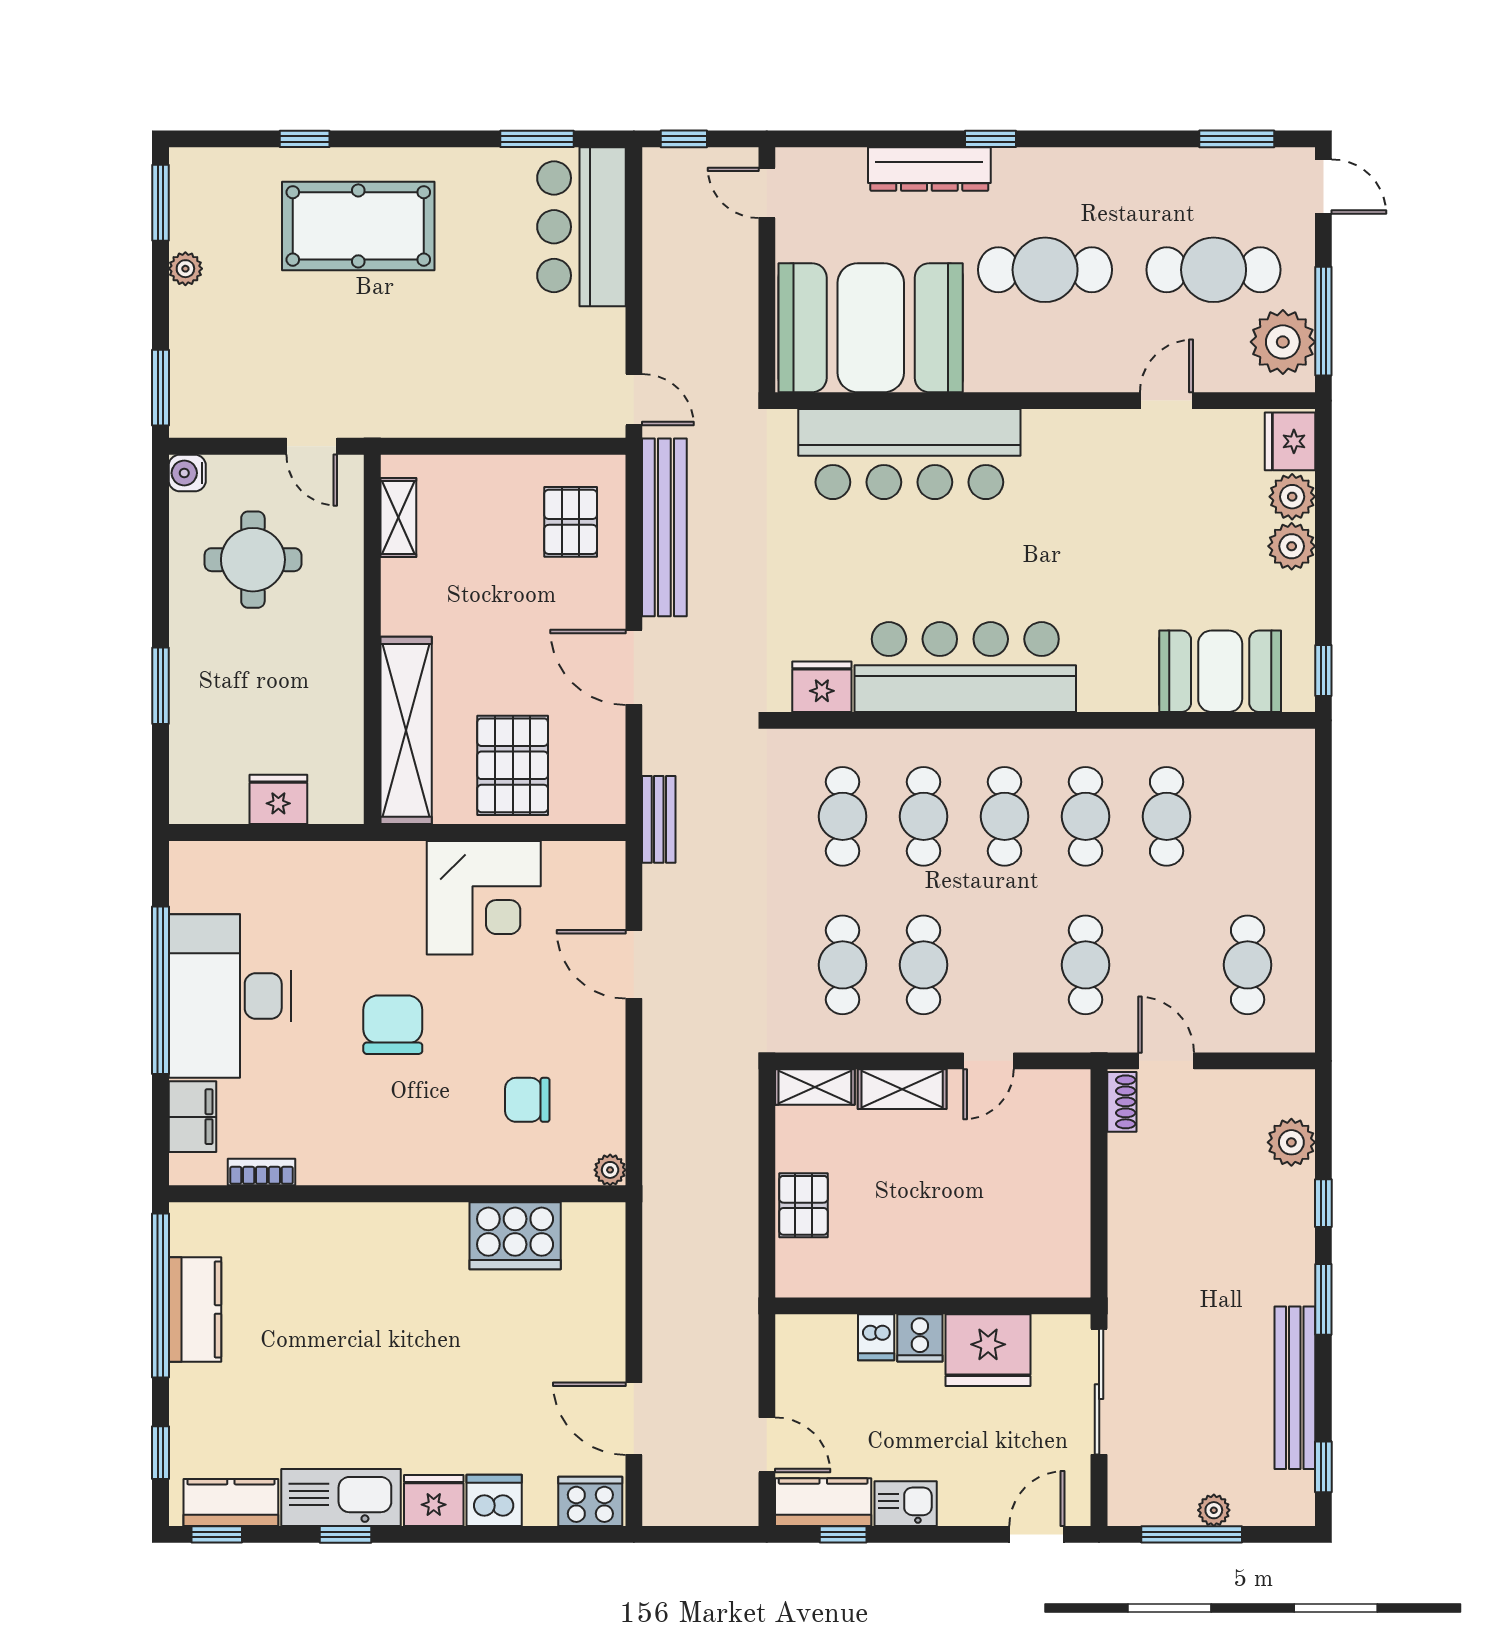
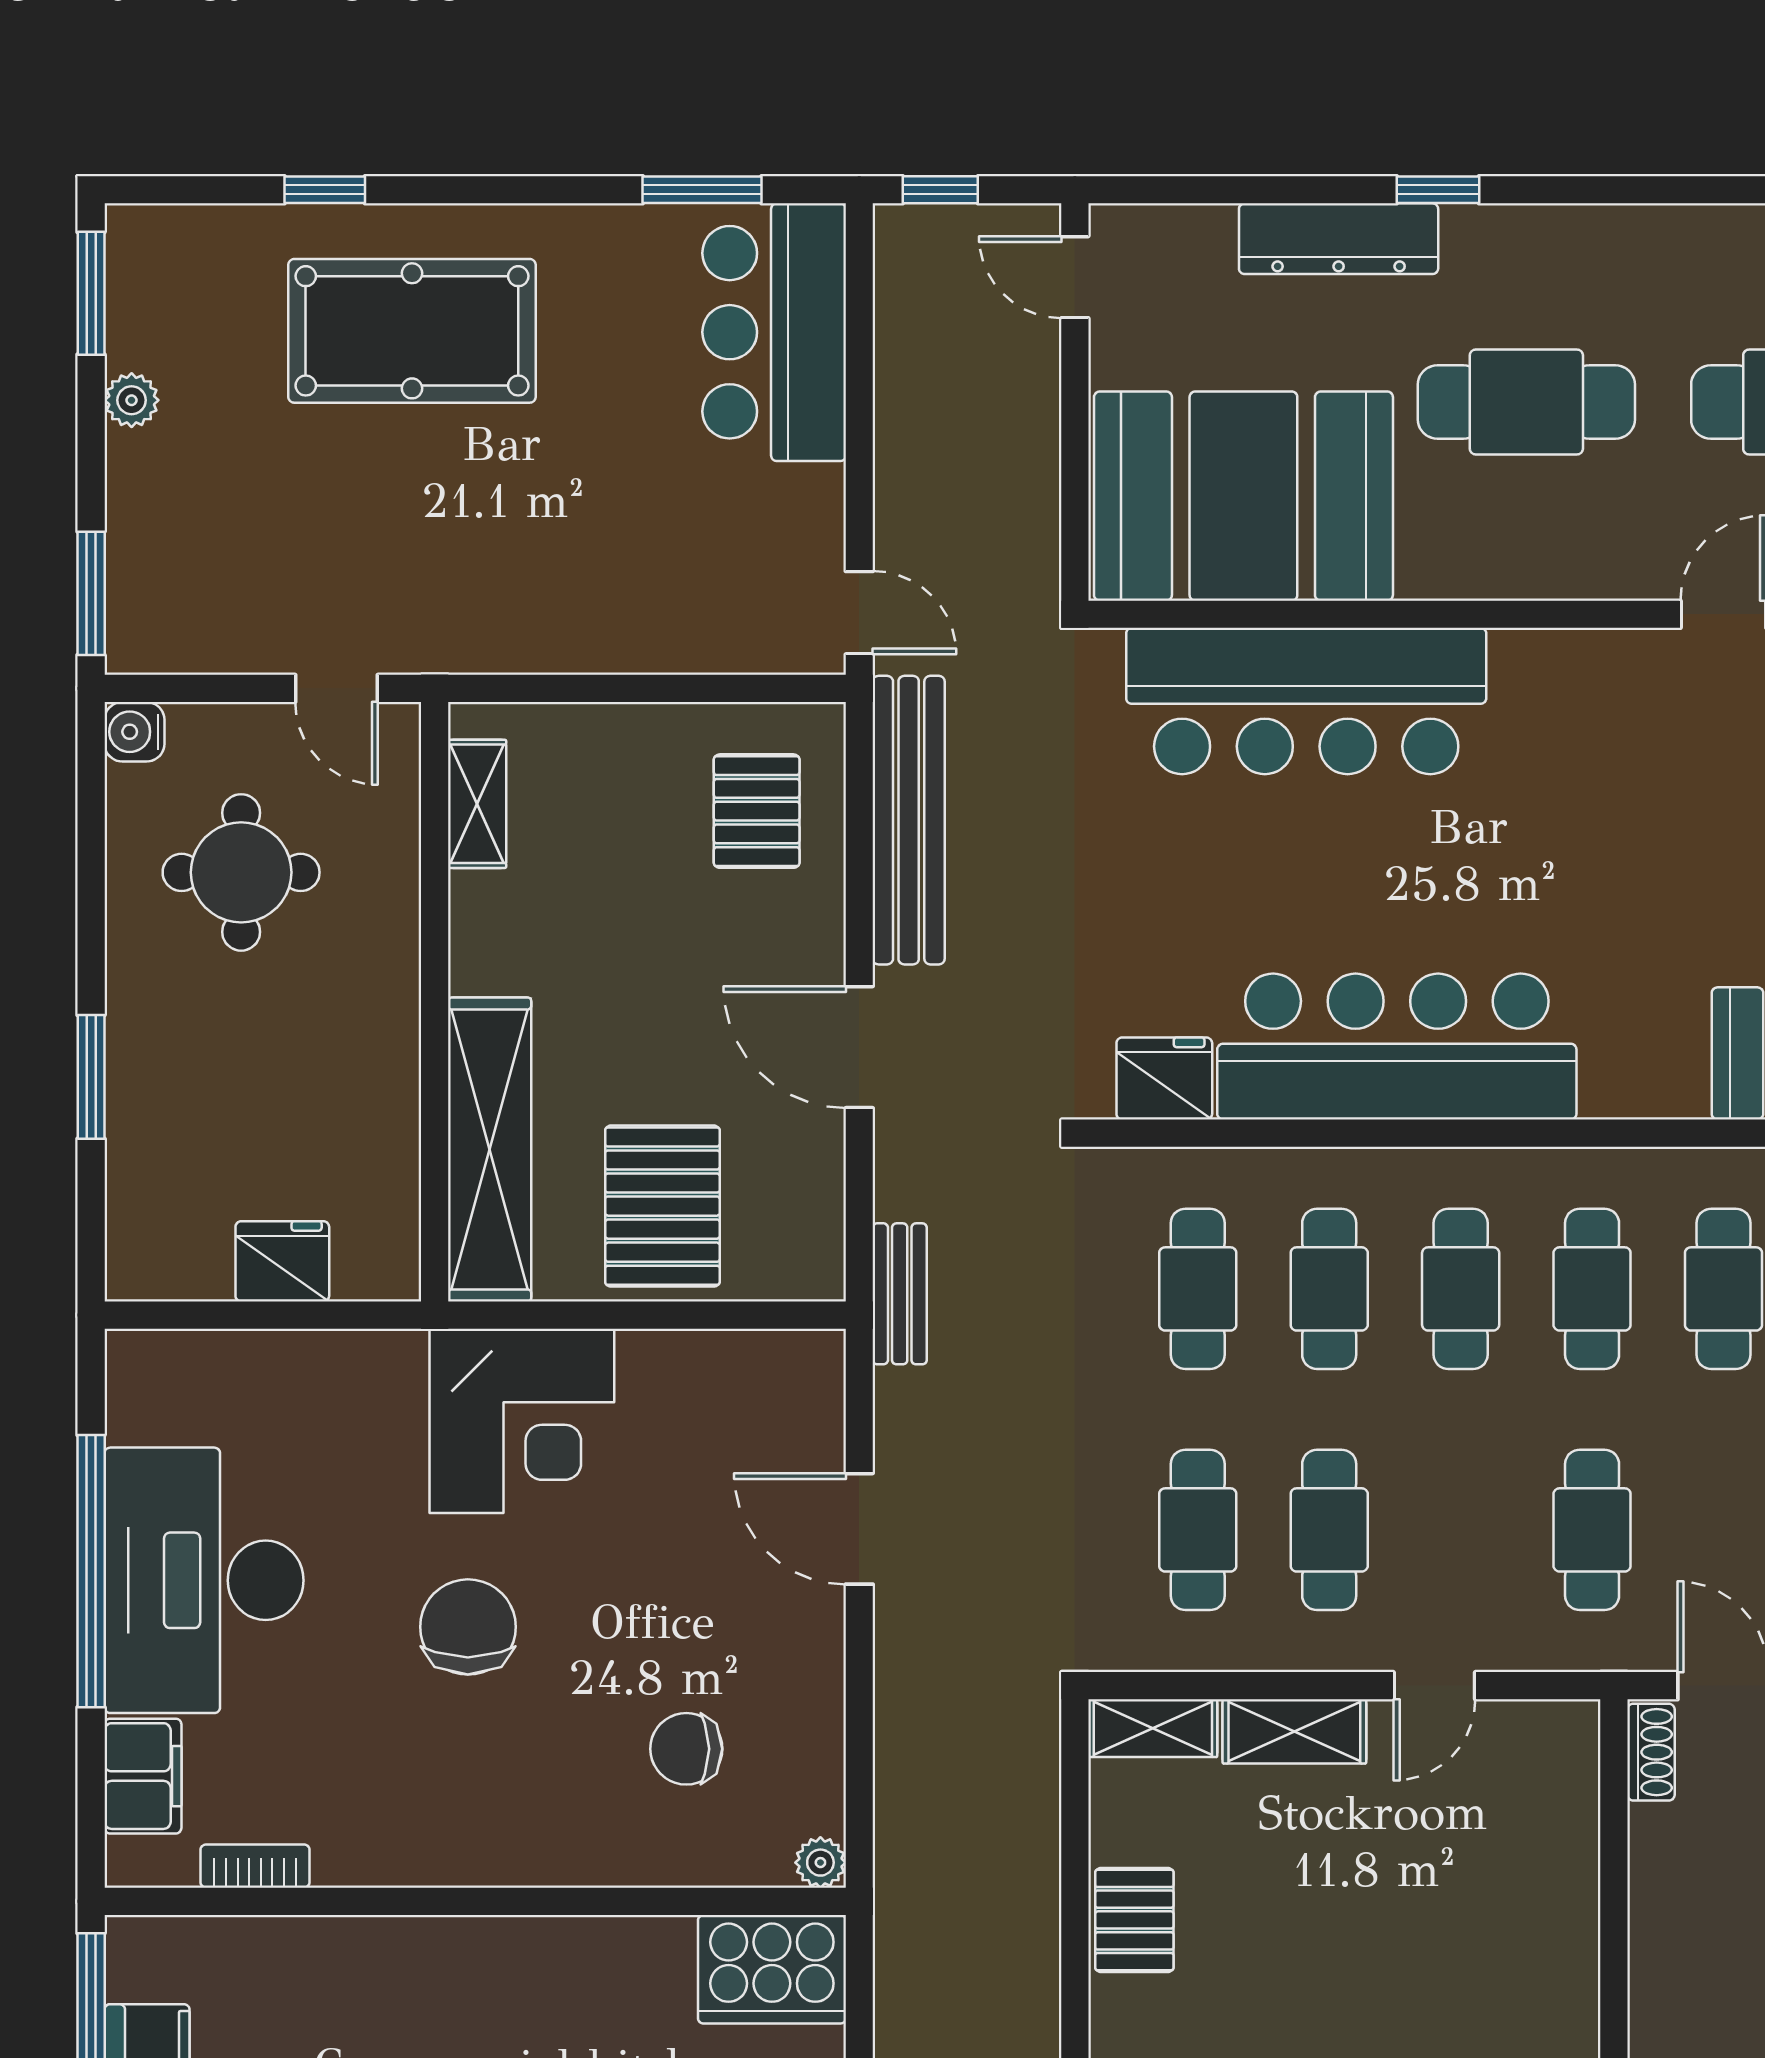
corner desk: (484, 898) -> (522, 1421), moved
cooker: (515, 1236) -> (772, 1969), moved

